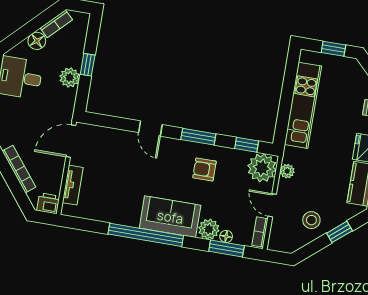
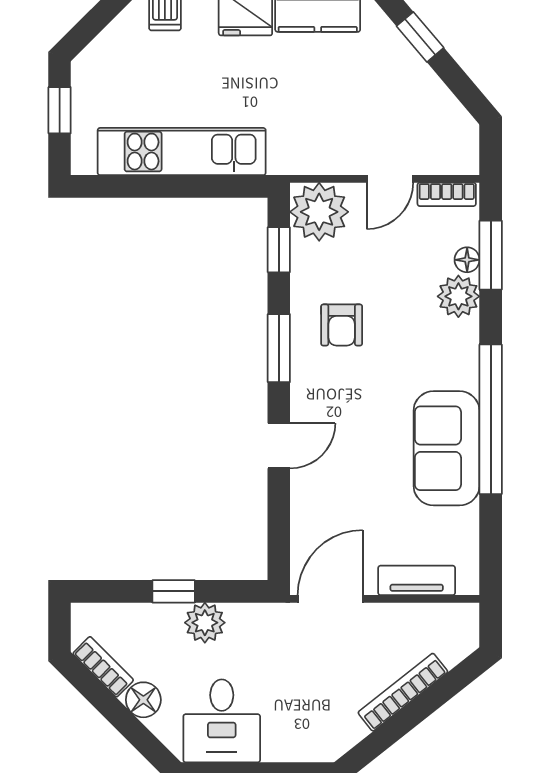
door: (71, 141) -> (330, 599), swing flipped
plant: (287, 171) -> (317, 161), removed
printer: (48, 203) -> (461, 623), removed
sofa: (170, 217) -> (447, 448), moved
stool: (311, 220) -> (406, 96), removed

